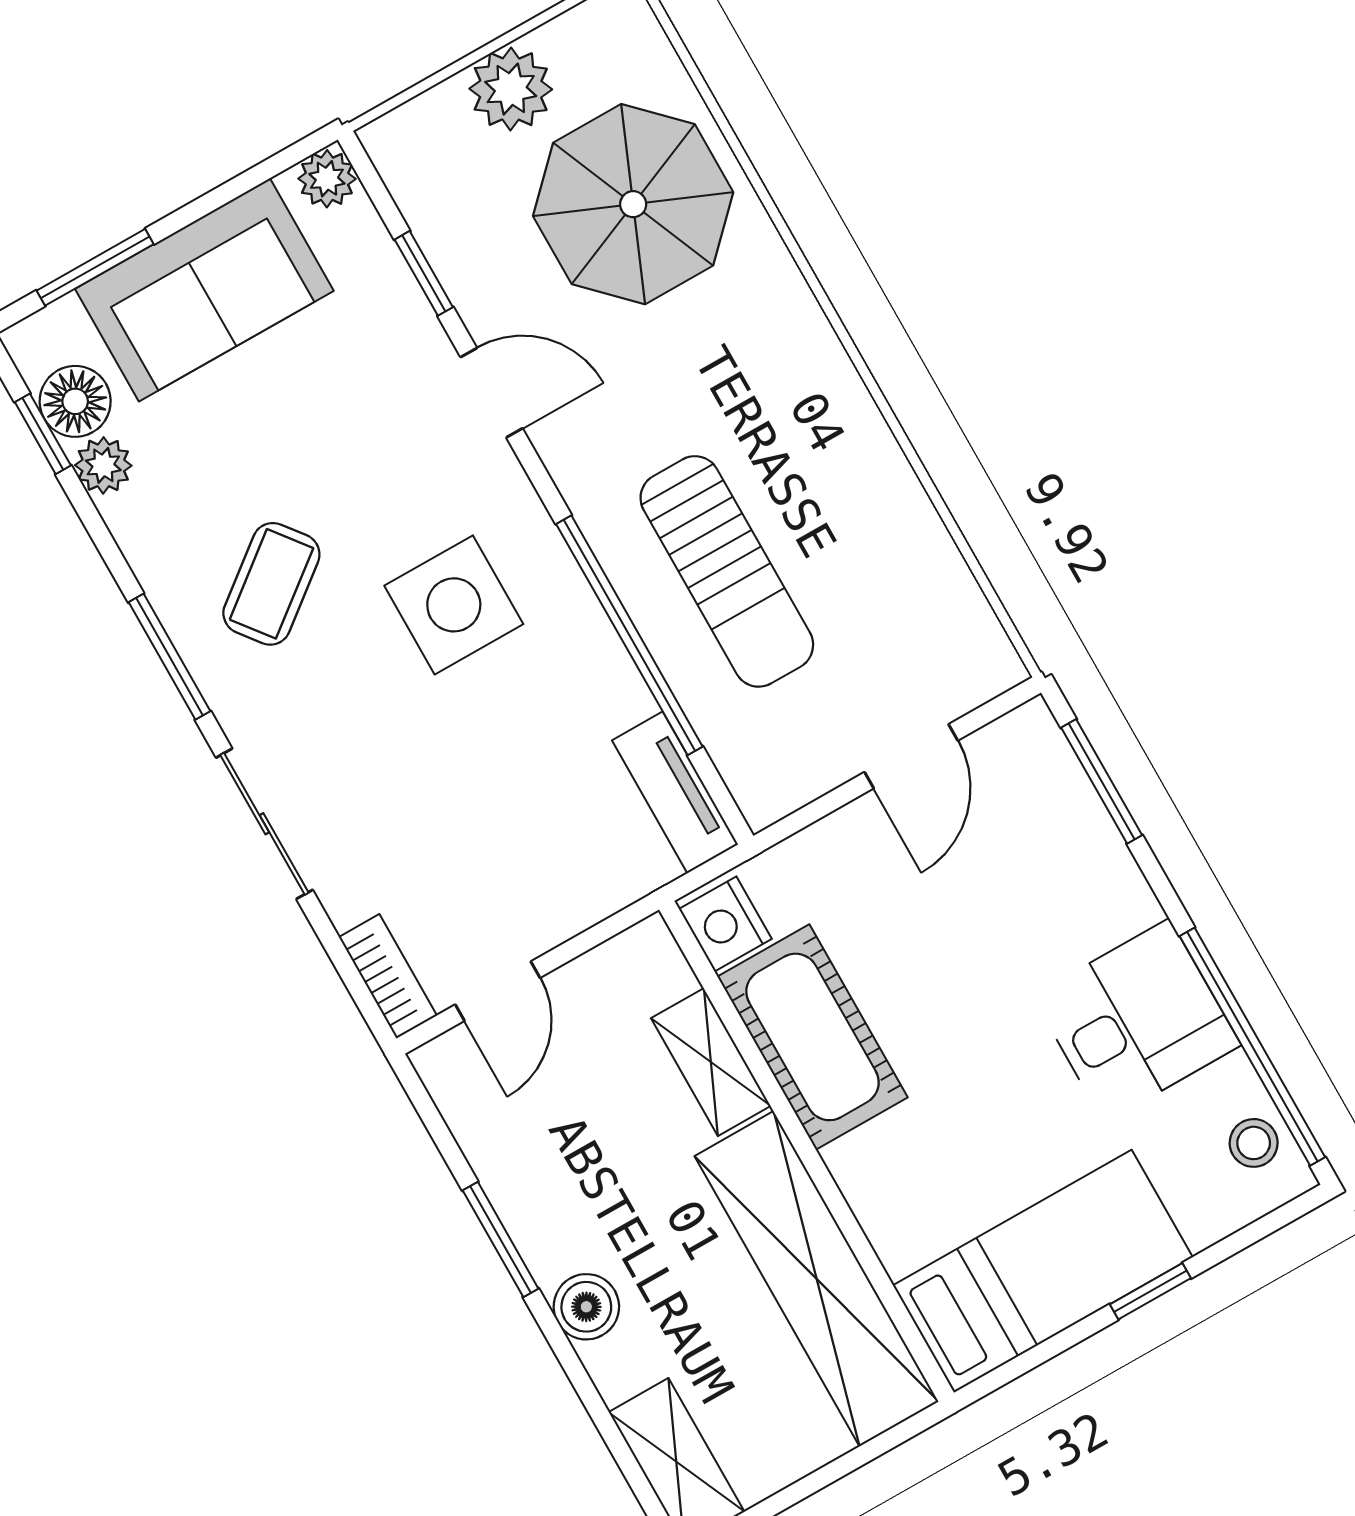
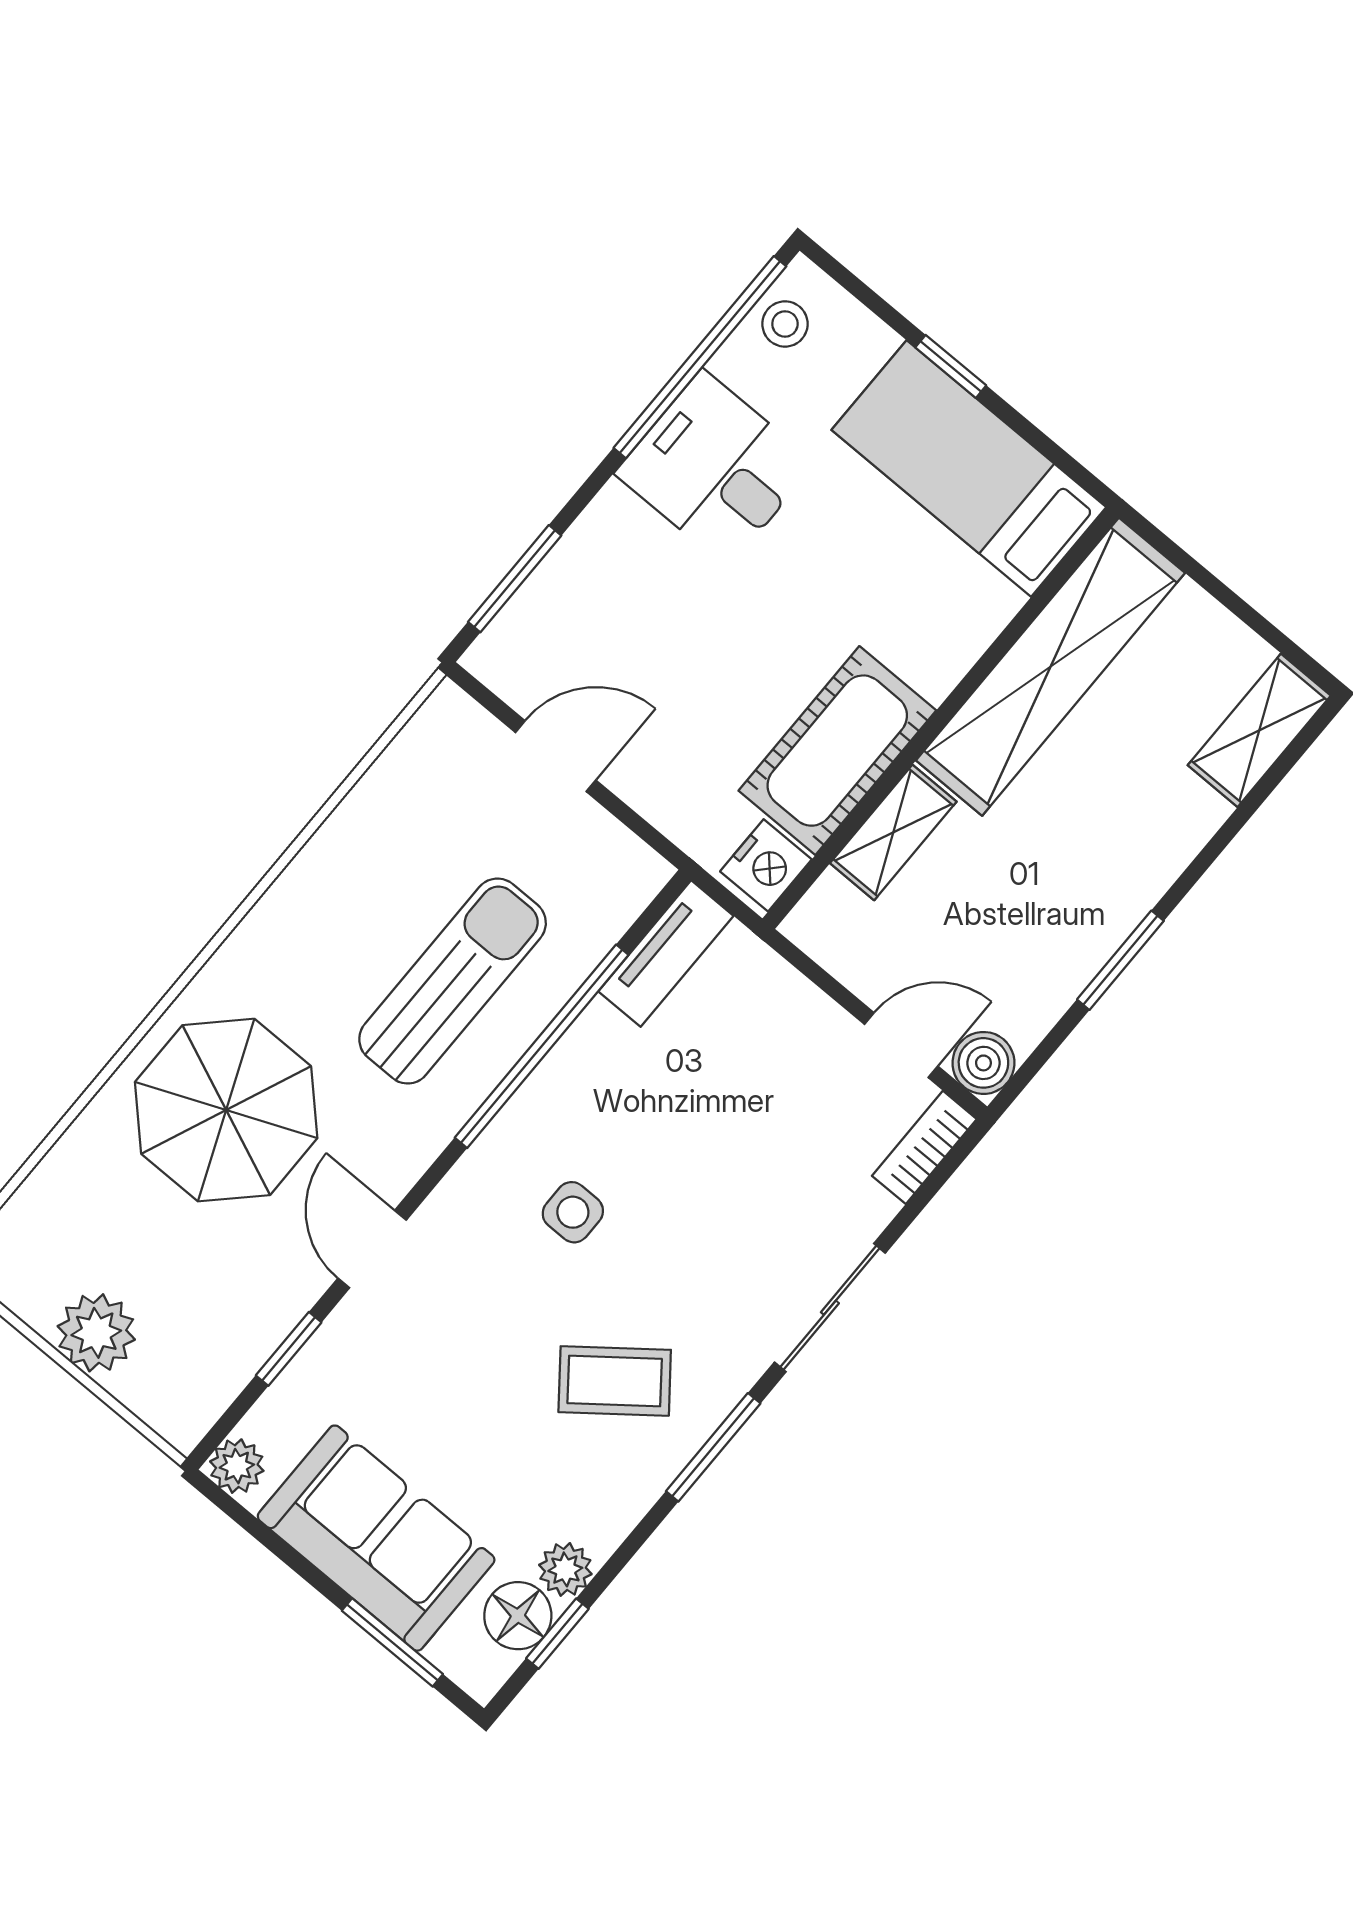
parasol: (633, 204) -> (226, 1110), moved
side table: (454, 605) -> (573, 1212), width x0.54, depth x0.54
boiler: (586, 1307) -> (983, 1063), moved

